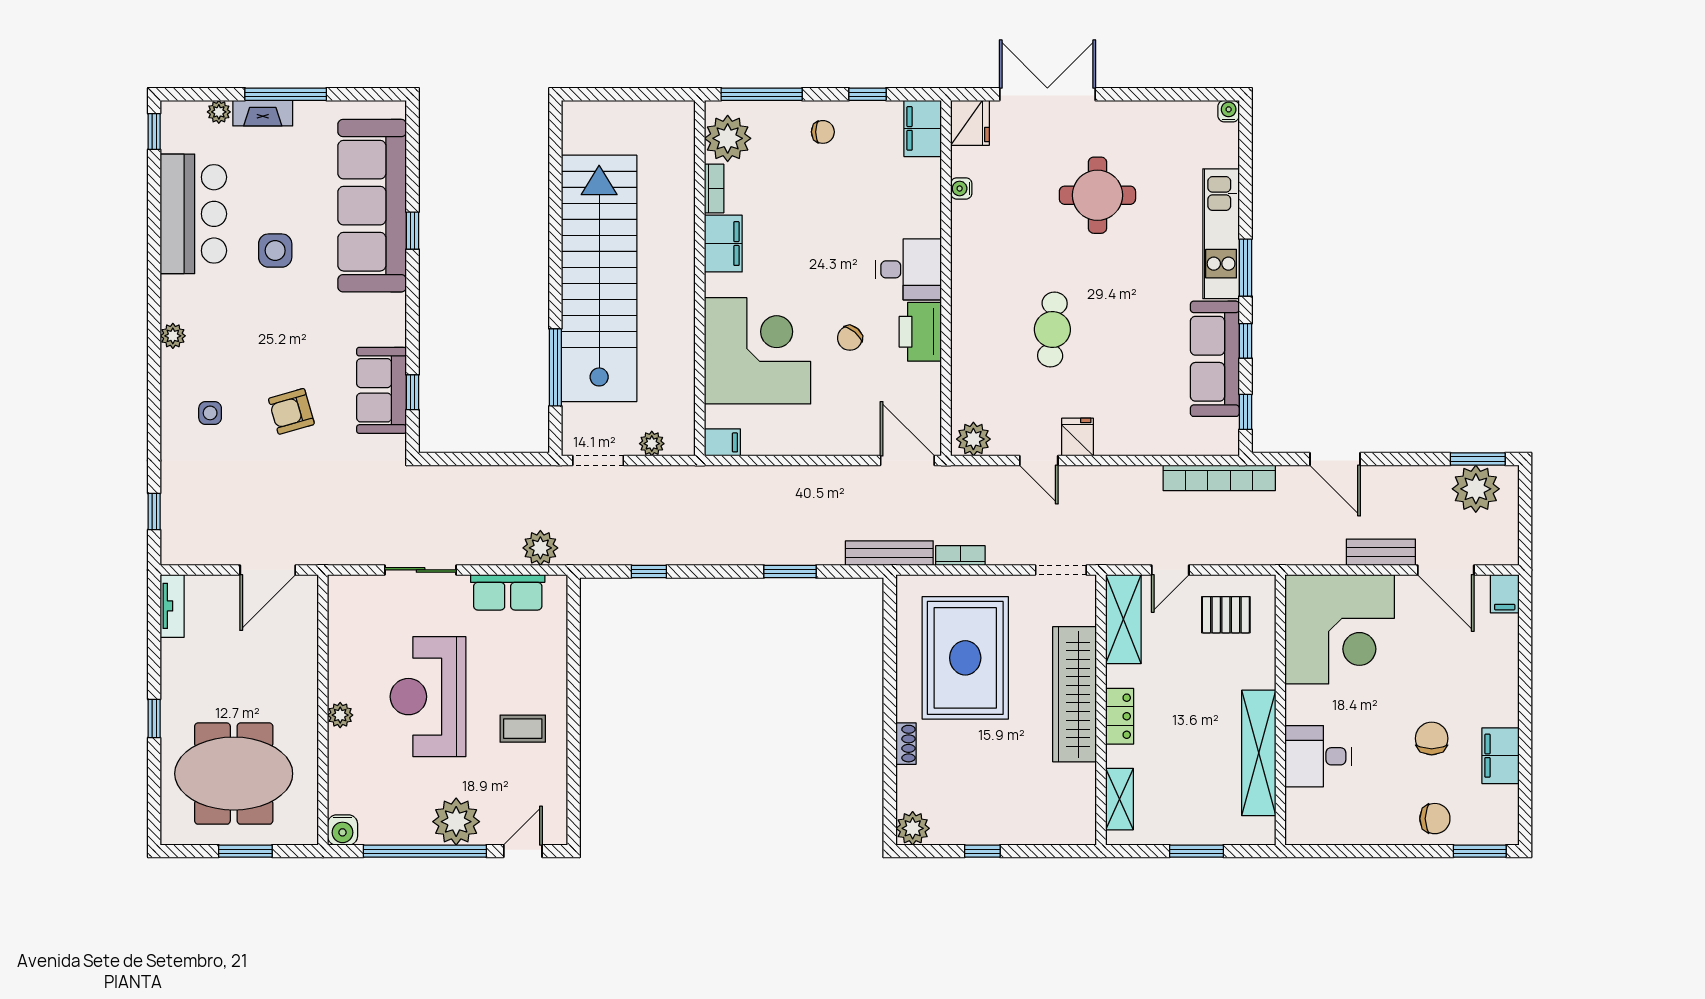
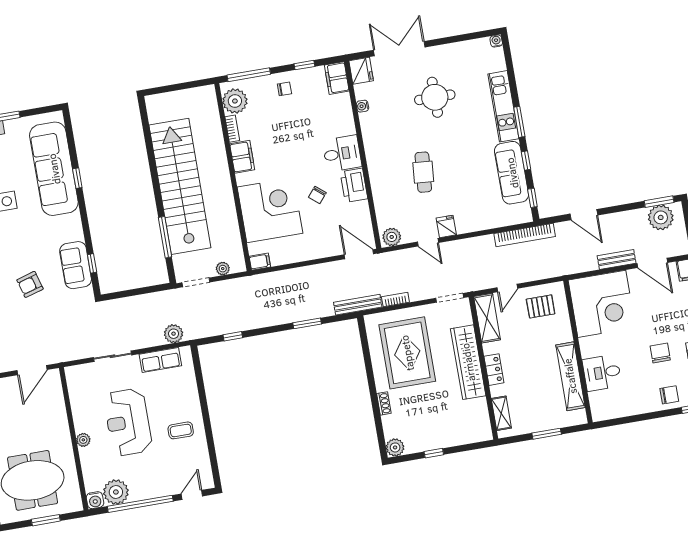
plant: (456, 822) -> (116, 492), moved

